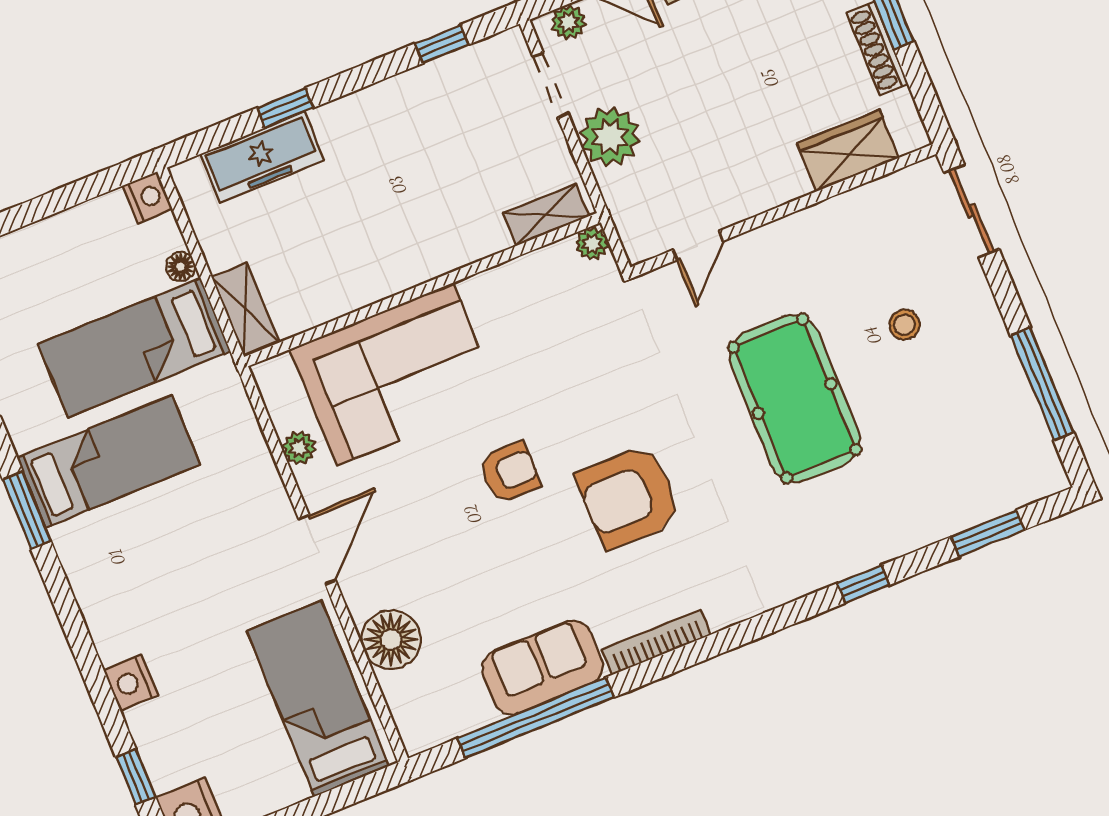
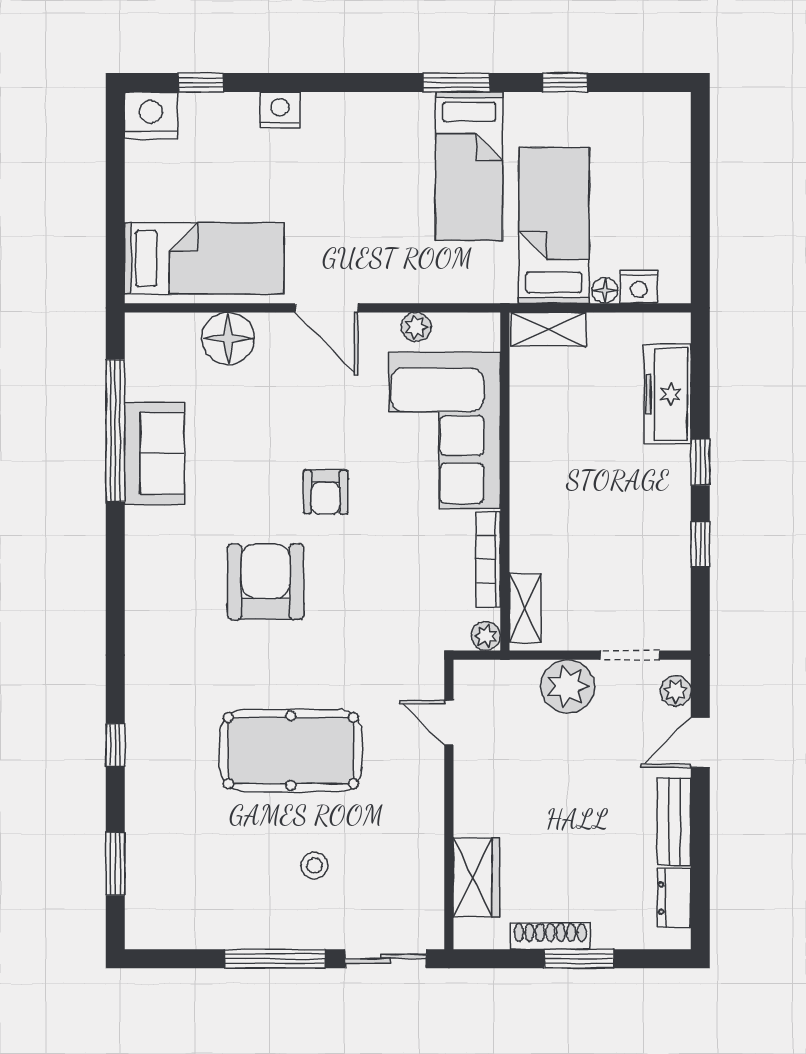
window: (442, 44) -> (700, 544), moved
window: (285, 108) -> (700, 462), moved
nightstand: (148, 197) -> (639, 287), moved
window: (1042, 384) -> (275, 959), moved
bookcase: (656, 642) -> (488, 559), moved, turned 180

